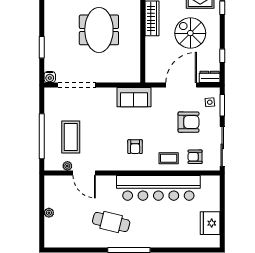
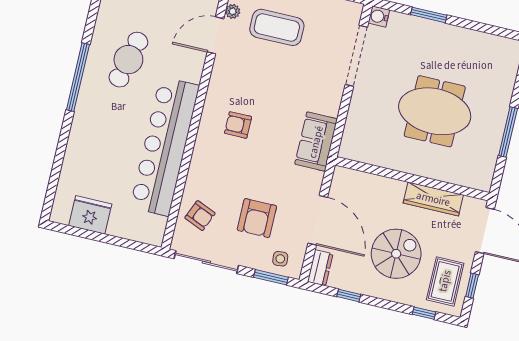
armchair: (195, 157) -> (200, 216), turned 113
coffee table: (169, 158) -> (207, 174), removed

